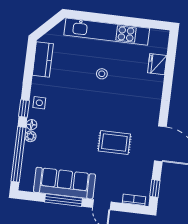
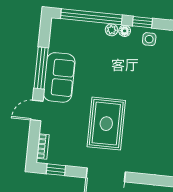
rug: (114, 143) -> (106, 124), width x1.36, depth x1.43
sofa: (64, 183) -> (59, 77), width x0.73

